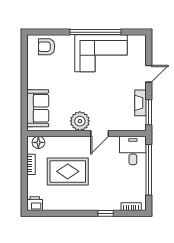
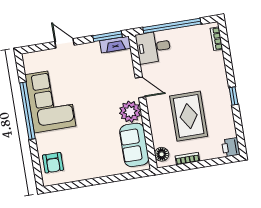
fireplace: (140, 103) -> (115, 45), moved
sofa: (38, 108) -> (134, 145), moved, turned -90
window: (106, 213) -> (234, 96), moved

